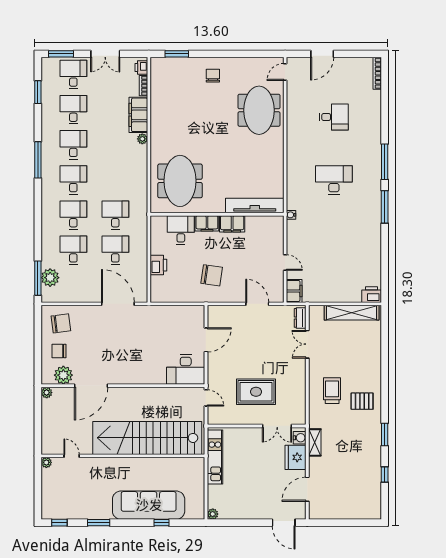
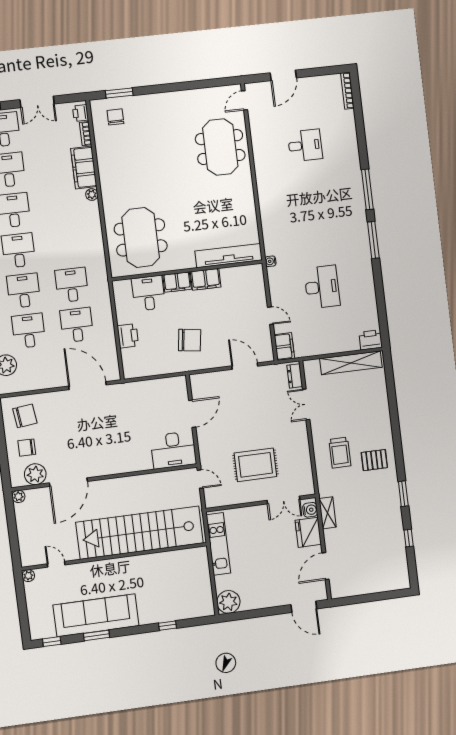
chair: (213, 76) -> (115, 117), moved
desk: (334, 180) -> (322, 287), moved, turned 90
trolley: (332, 391) -> (340, 453), turned 180
sofa: (149, 505) -> (96, 615), moved
plant: (213, 514) -> (228, 602), width x1.88, depth x1.88

